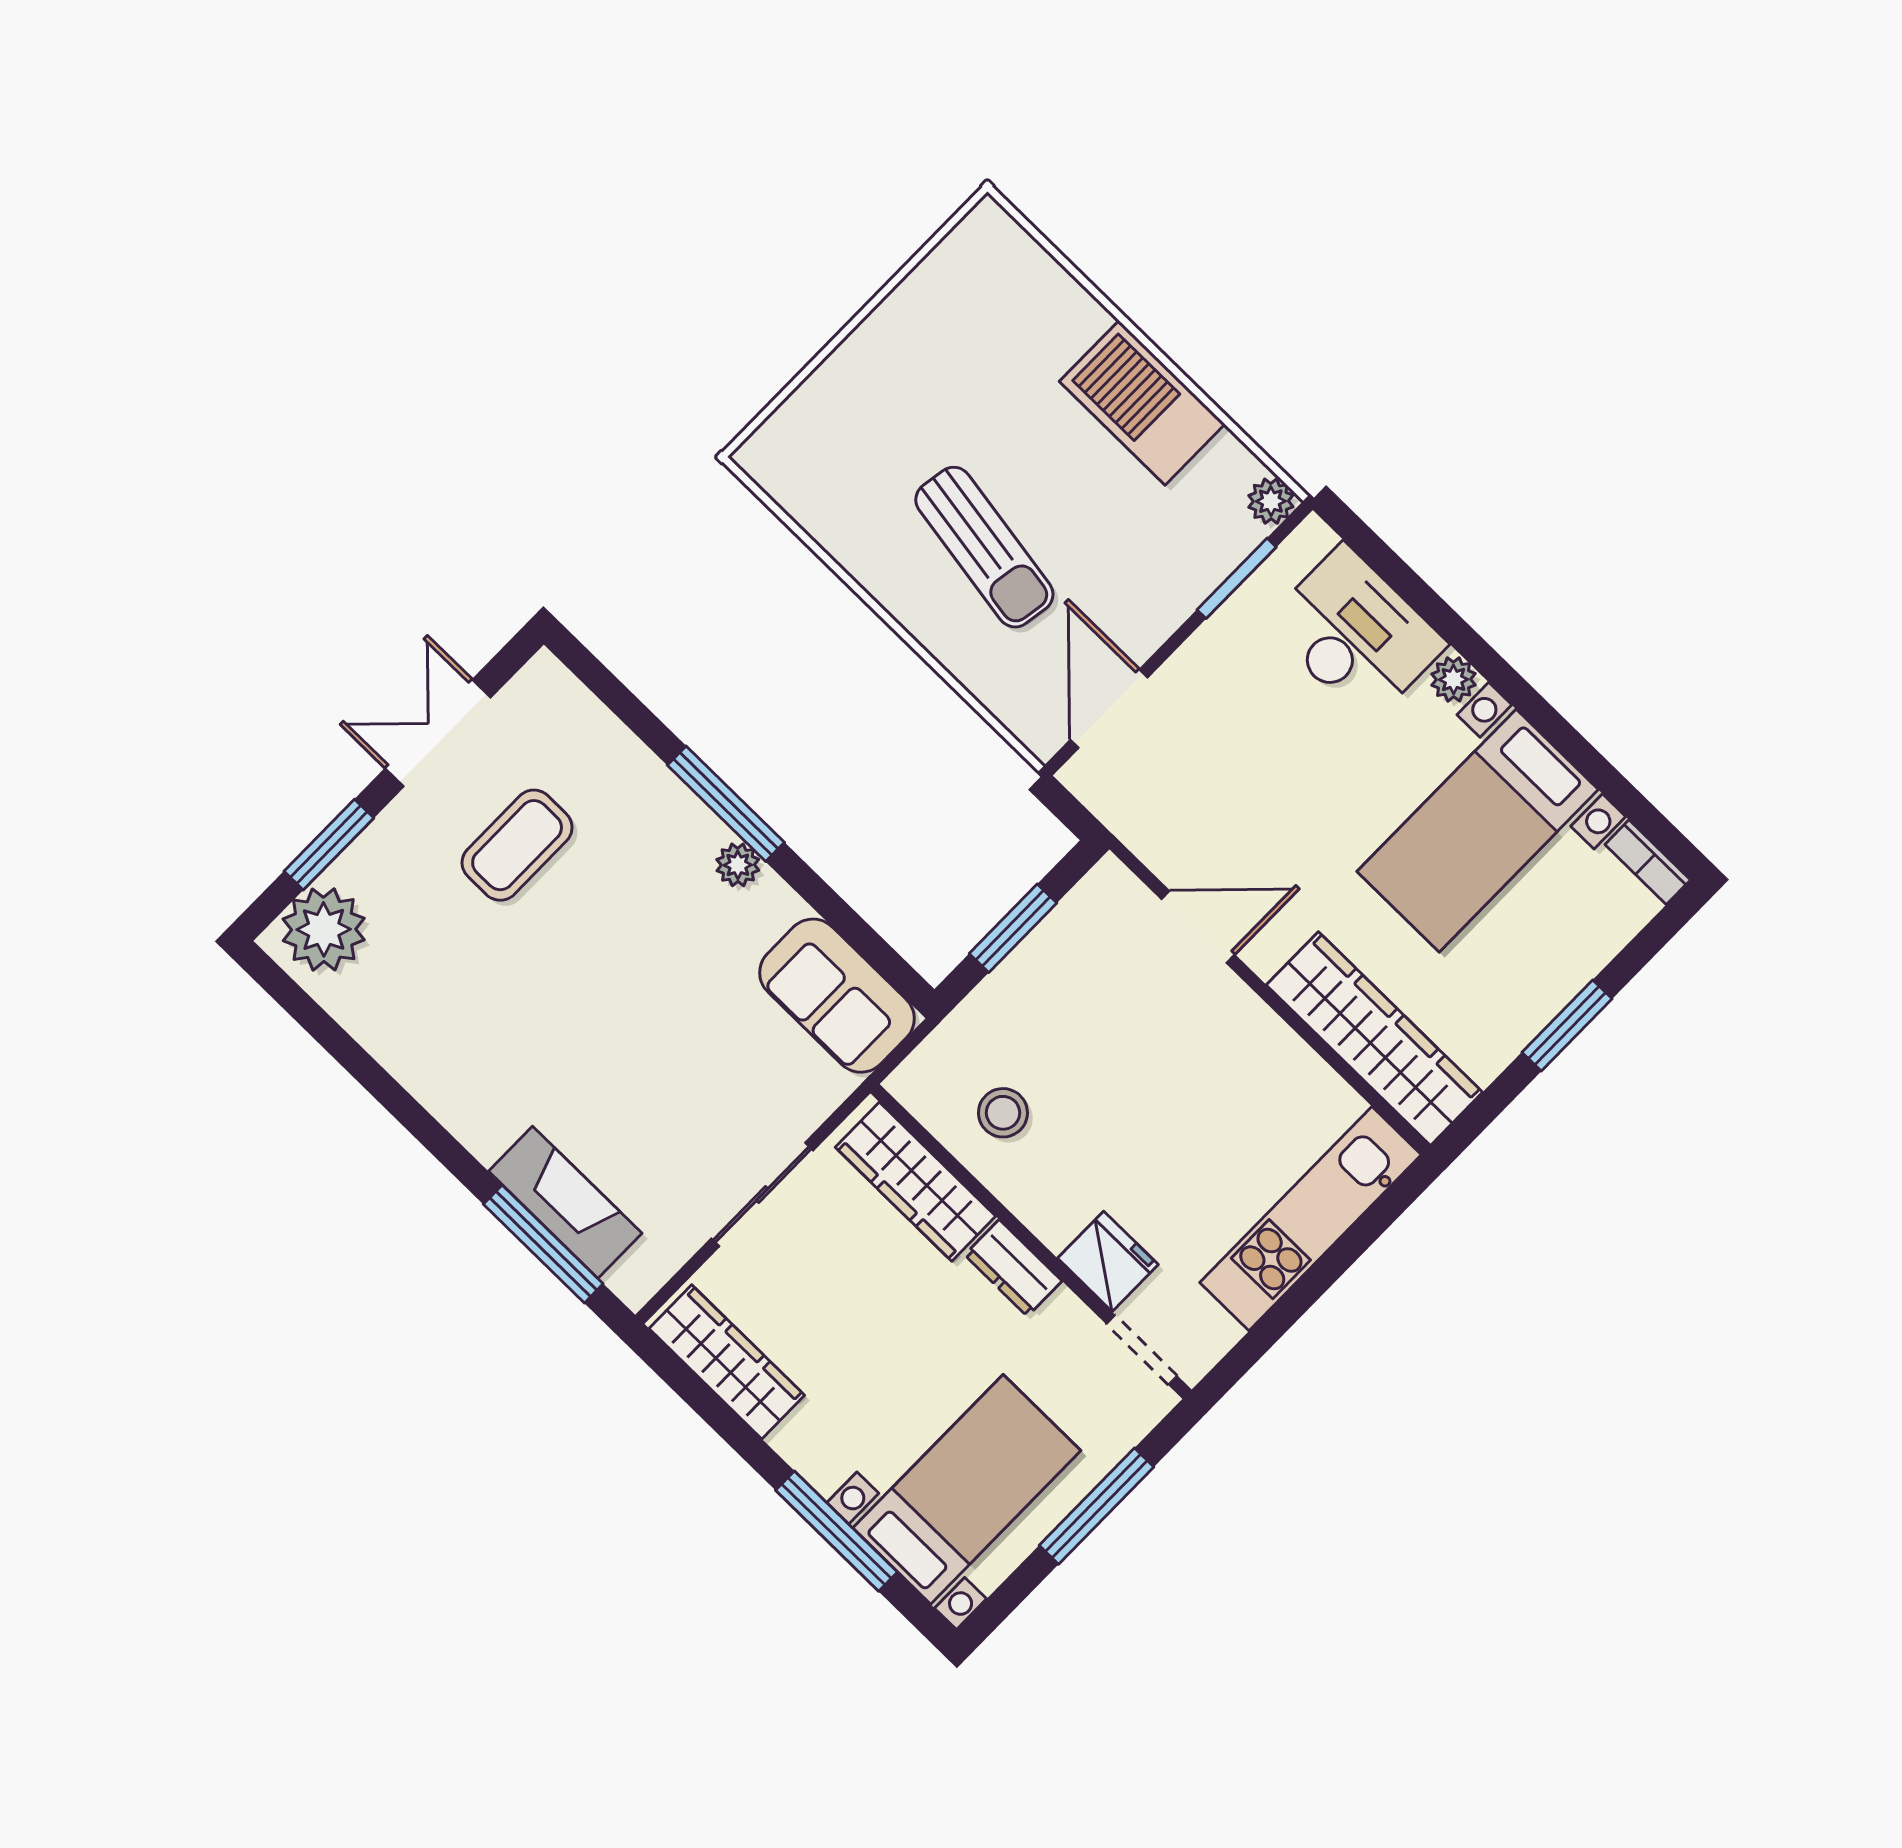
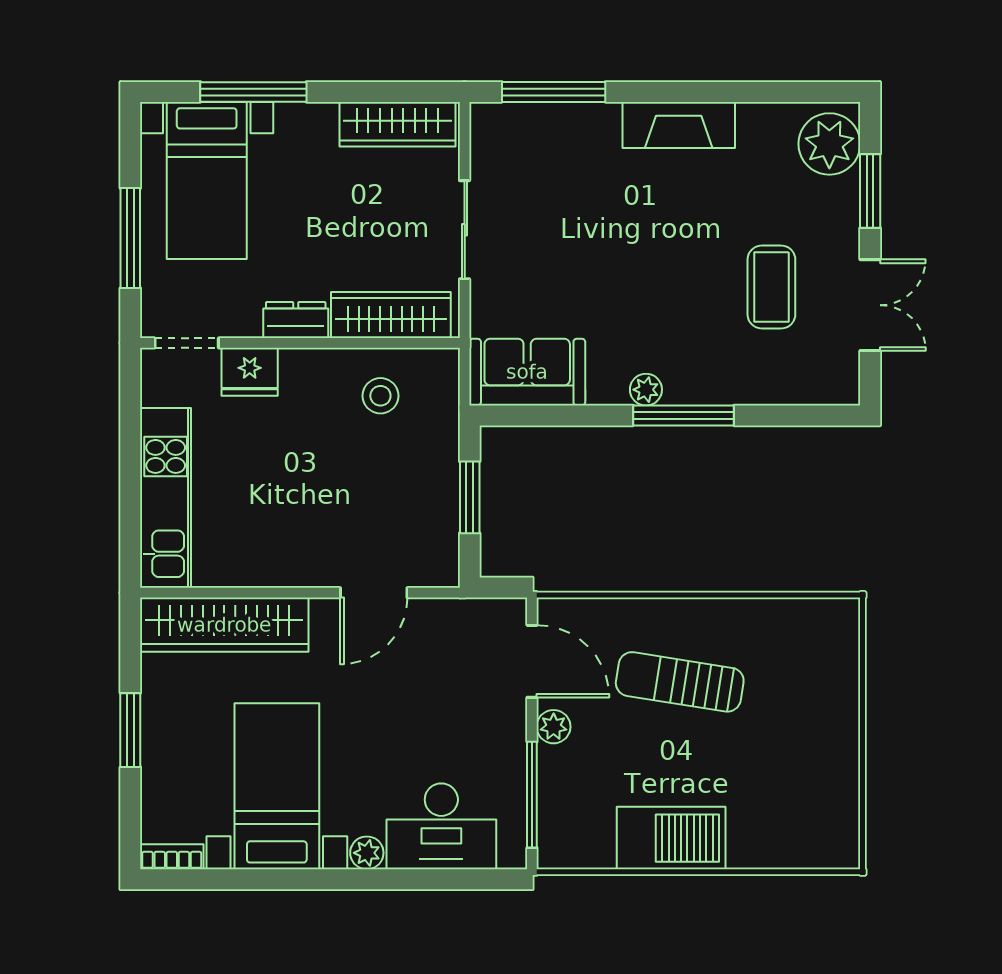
plant: (1271, 501) -> (554, 727), moved
window: (1237, 578) -> (532, 795), width x1.44
fireplace: (565, 1202) -> (679, 125), moved

